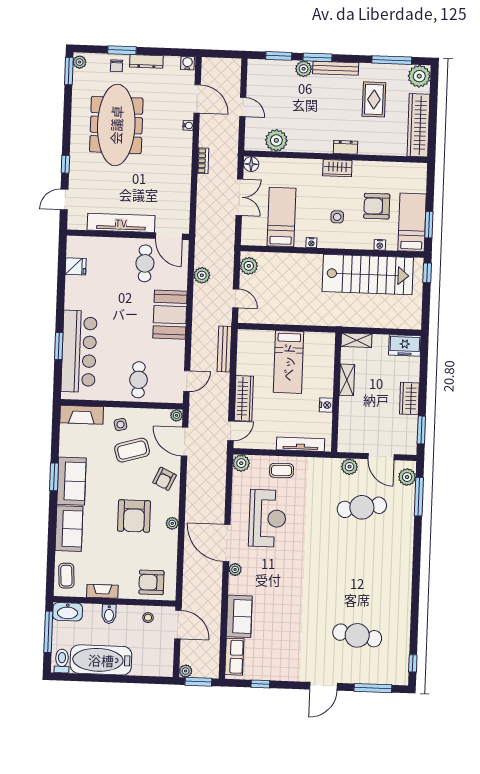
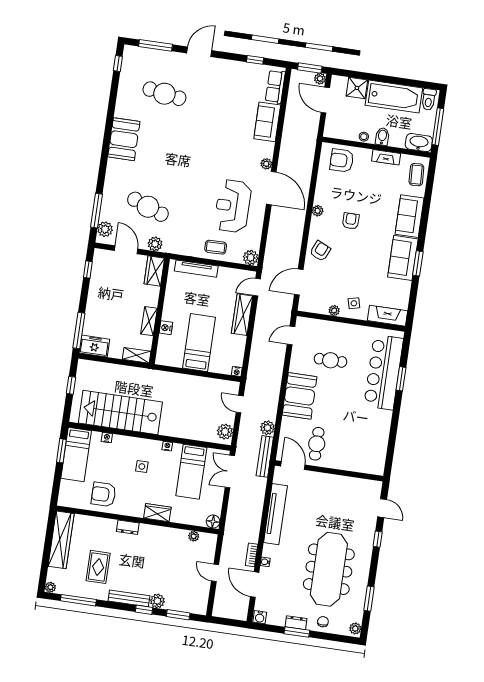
window: (122, 50) -> (297, 632), moved
window: (317, 57) -> (144, 610), width x0.67
dresser: (146, 61) -> (296, 623), width x0.70
window: (69, 71) -> (369, 599), moved
plant: (419, 76) -> (50, 587), width x0.53, depth x0.53
plant: (276, 140) -> (194, 536), width x0.53, depth x0.53
bookcase: (203, 161) -> (252, 555), moved
wardrobe: (337, 168) -> (157, 513), moved
double door: (239, 197) -> (230, 472), moved
door: (64, 200) -> (382, 508), hinge flipped
armchair: (377, 206) -> (104, 494), moved, turned 180
tv unit: (121, 223) -> (275, 514), moved, turned -90
fridge: (76, 266) -> (378, 448), removed
window: (427, 273) -> (71, 385), moved
nightstand: (243, 334) -> (237, 371), added
bench: (224, 349) -> (265, 456), moved
window: (424, 361) -> (79, 330), added
cafe table: (138, 380) -> (331, 360), moved, turned 90
wardrobe: (409, 398) -> (154, 271), moved, turned 180
nightstand: (326, 405) -> (166, 328), moved
plant: (176, 415) -> (334, 310), moved
window: (421, 430) -> (88, 270), width x0.67
door: (185, 442) -> (299, 282), swing flipped
coffee table: (132, 450) -> (346, 280), removed
cafe table: (362, 507) -> (148, 207), turned 30
armchair: (134, 516) -> (351, 221), width x0.53, depth x0.53
booth: (397, 580) -> (124, 139), added
armchair: (151, 582) -> (342, 160), turned 180
stool: (148, 618) -> (364, 137), moved
door: (178, 625) -> (325, 100), moved
shower: (143, 665) -> (357, 88), added

